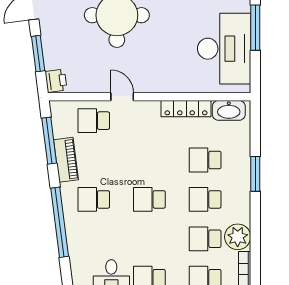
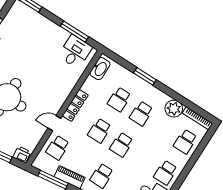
window: (255, 28) -> (75, 32), moved
desk: (224, 49) -> (75, 52), width x0.53, depth x0.77
locker: (186, 109) -> (75, 105), moved
school desk: (205, 239) -> (99, 131), moved

